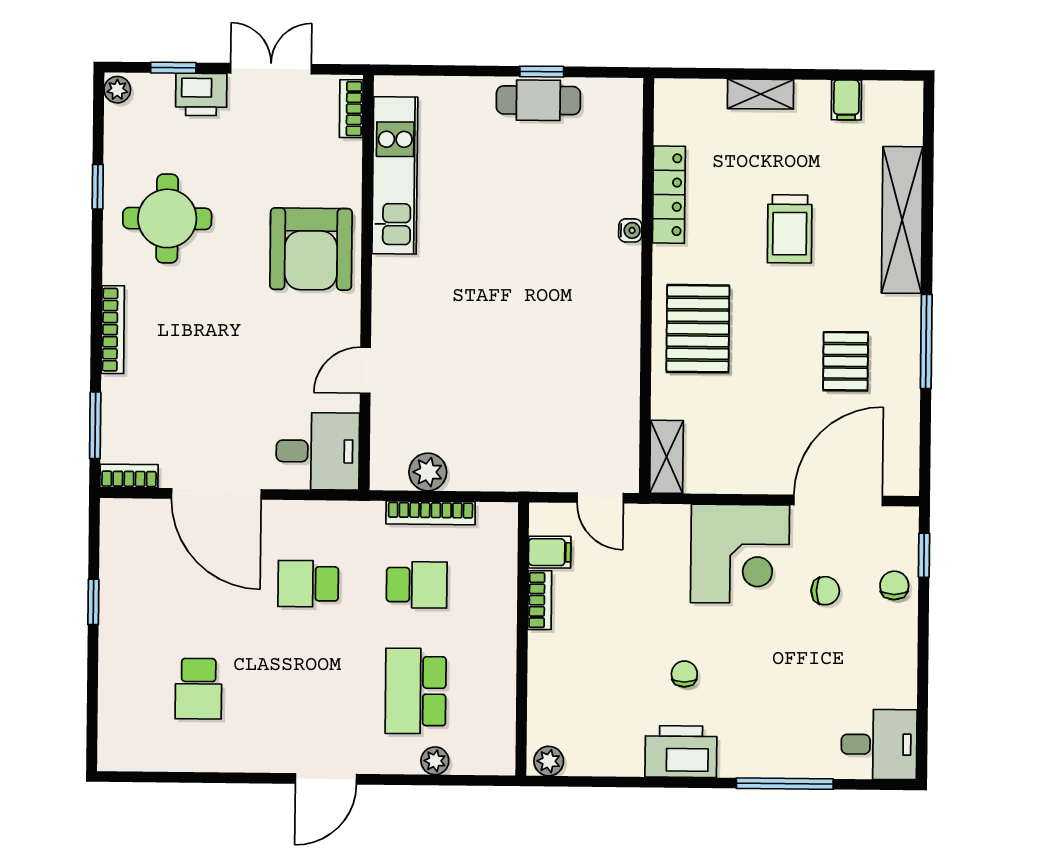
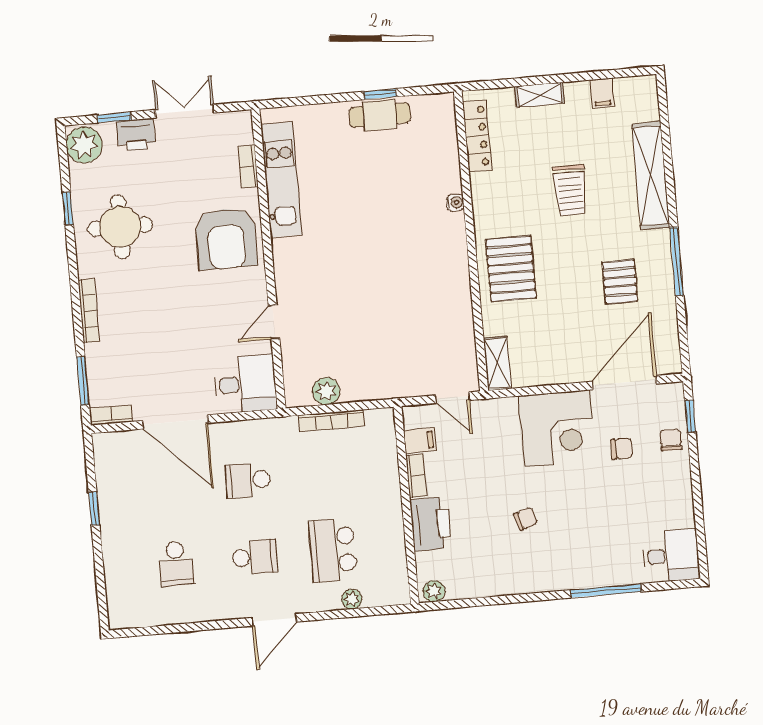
plant: (117, 90) -> (84, 145), width x1.88, depth x1.88
bookcase: (351, 109) -> (248, 167), moved
locker: (669, 195) -> (477, 136), moved
school desk: (417, 585) -> (255, 557), moved
chair: (684, 674) -> (526, 519), turned 73
printer: (681, 752) -> (430, 524), moved, turned 90

